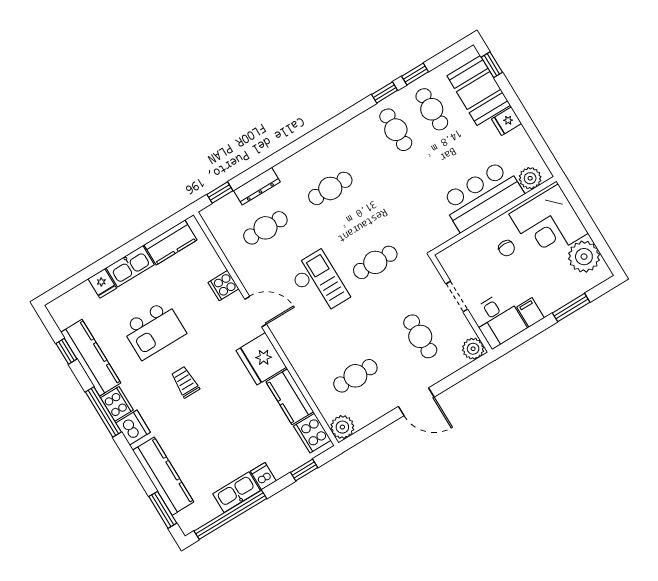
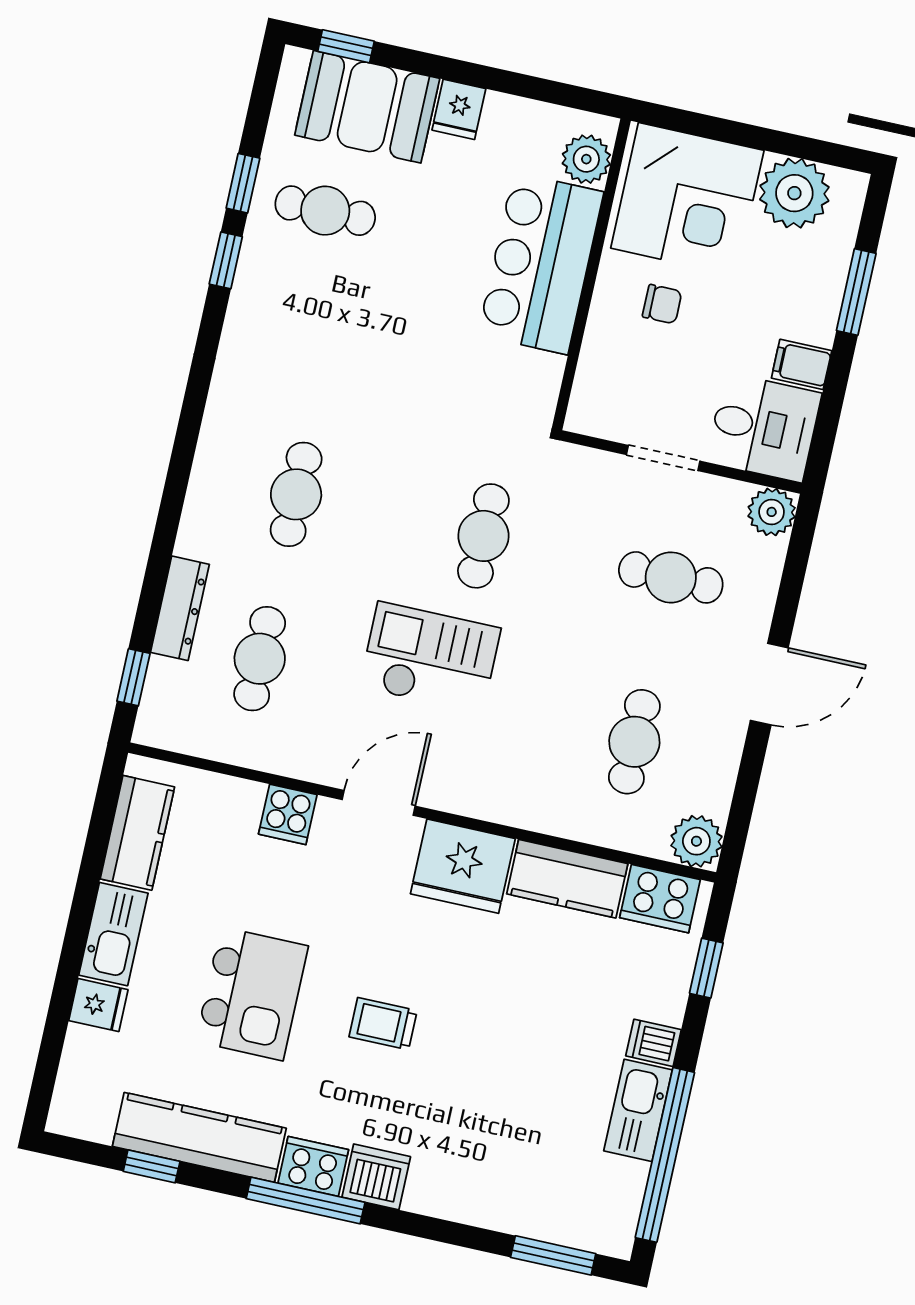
cafe table: (396, 130) -> (303, 300), removed
kitchen counter: (163, 476) -> (500, 1203), removed

